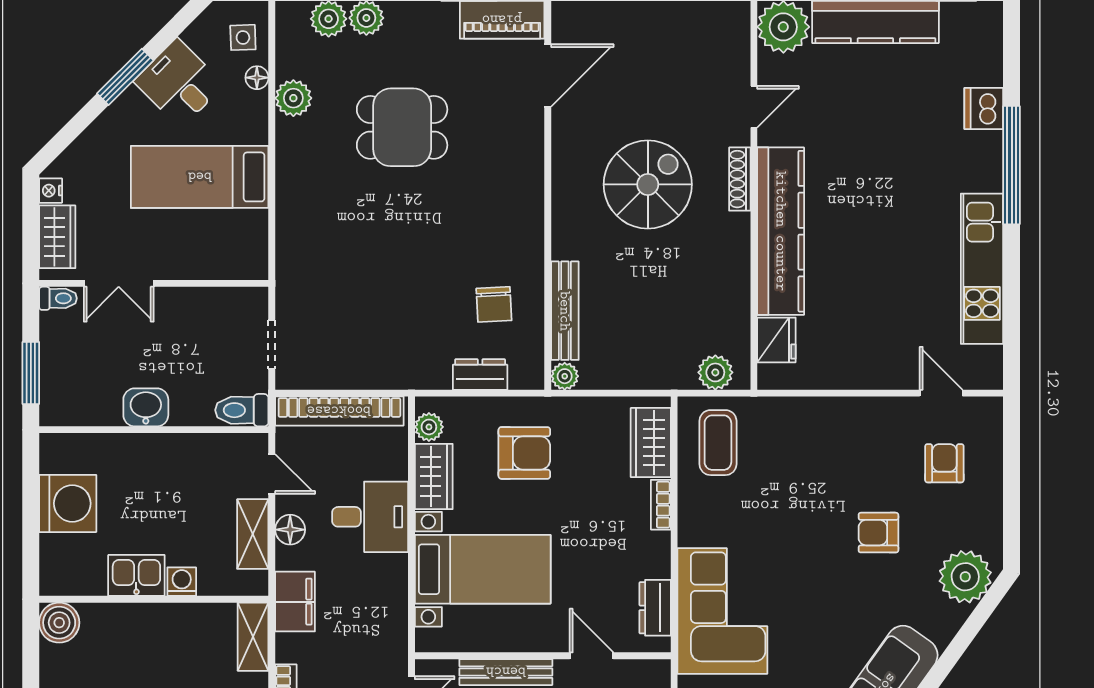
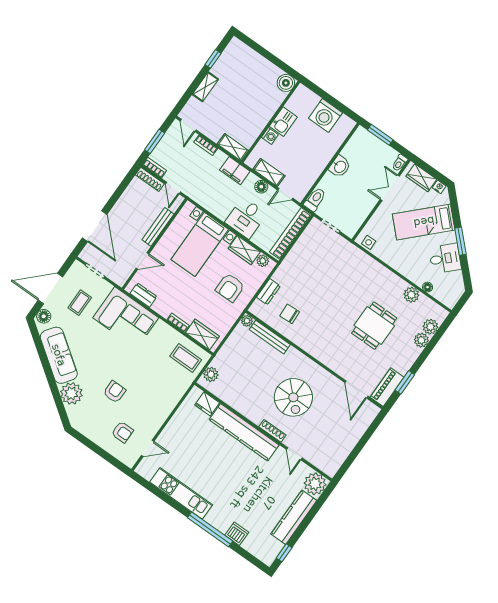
side table: (243, 37) -> (369, 242), moved
bed: (200, 177) -> (424, 222), moved, turned -135
plant: (965, 577) -> (71, 393), moved

